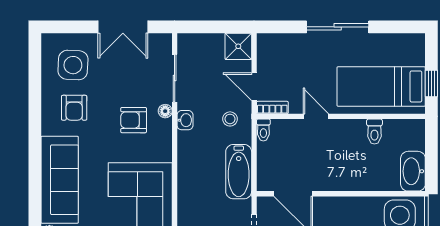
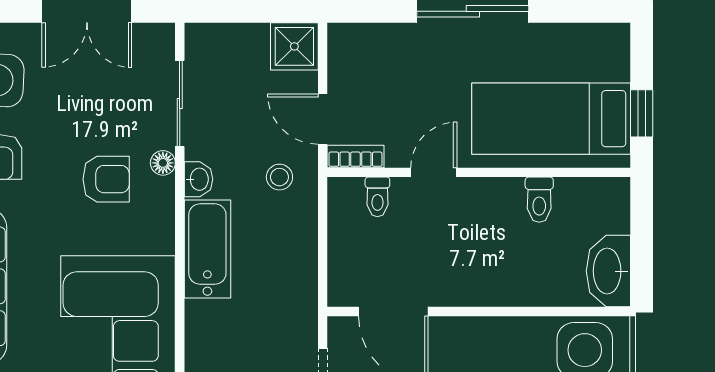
door: (316, 116) -> (434, 172), hinge flipped
armchair: (134, 120) -> (106, 179), turned 180
toilet: (263, 130) -> (377, 197), moved
bathtub: (239, 172) -> (207, 249), moved, turned 180

